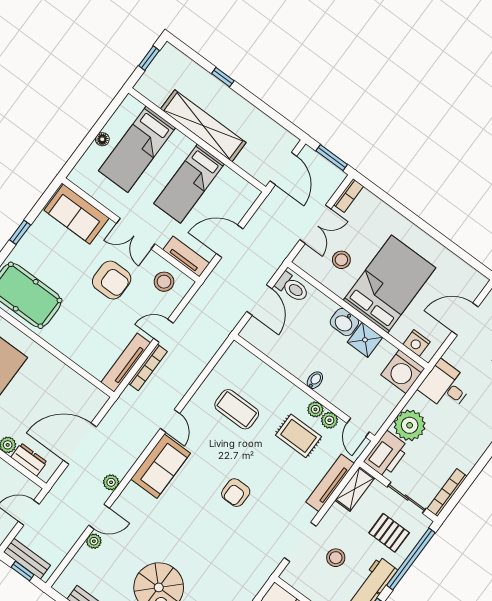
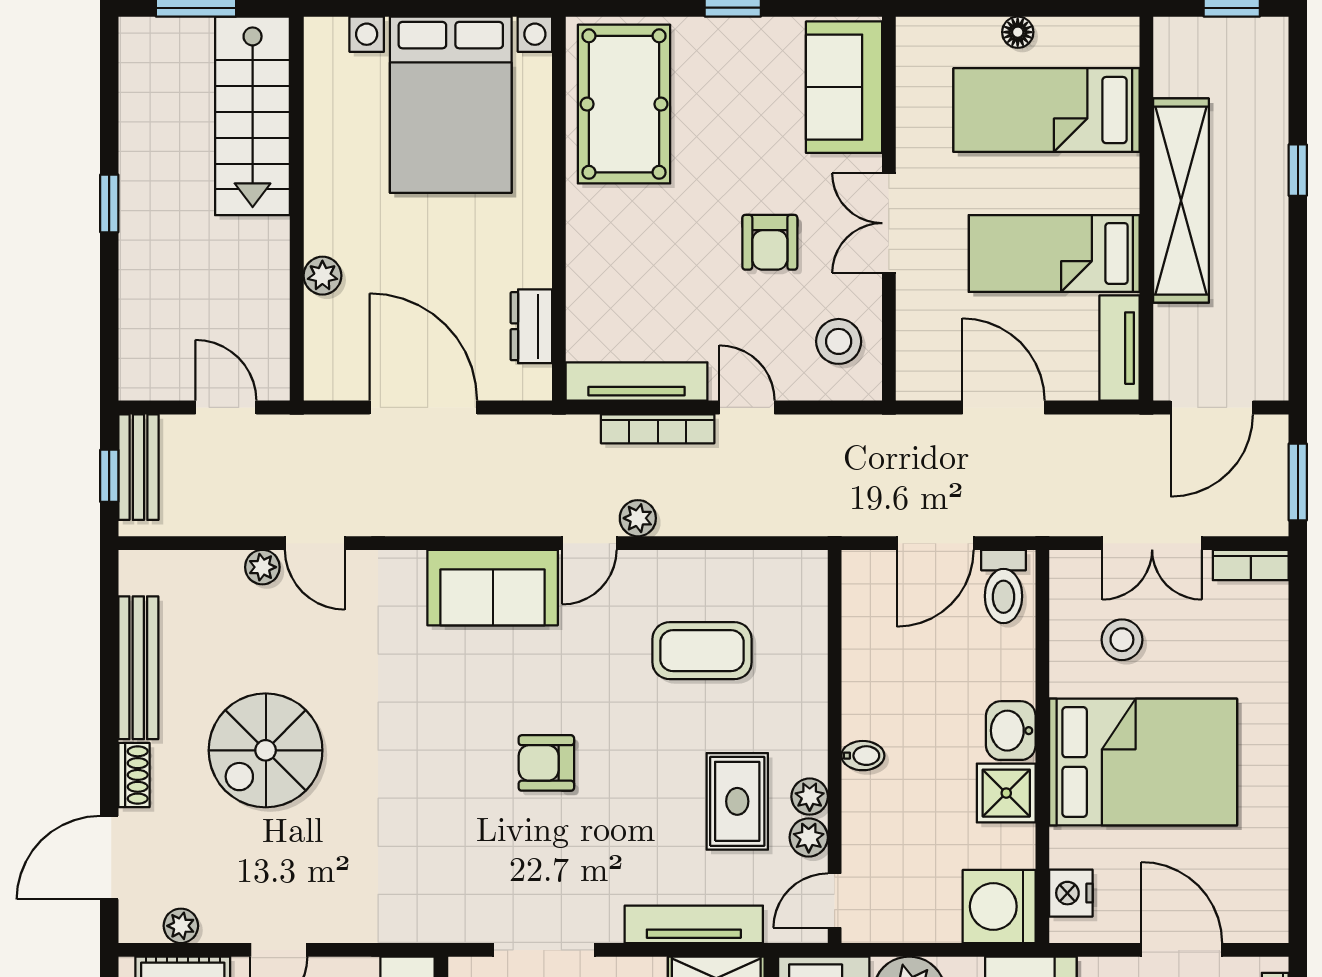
tv unit: (186, 256) -> (1120, 348), moved, turned 180
armchair: (112, 280) -> (770, 242), width x0.72, depth x0.72
coffee table: (237, 409) -> (702, 651), turned 90
dresser: (29, 460) -> (531, 326), moved, turned 180
plant: (111, 482) -> (638, 518), moved

